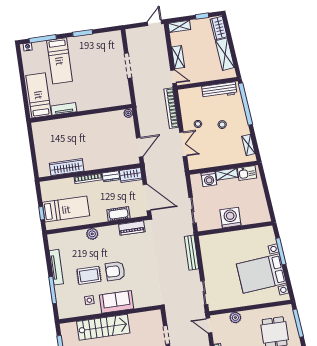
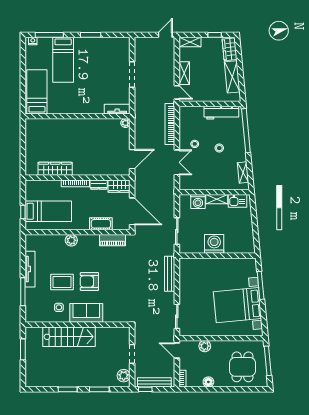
tv unit: (64, 109) -> (117, 109), moved

